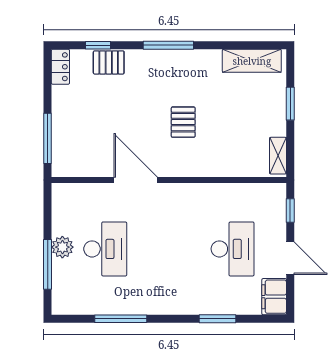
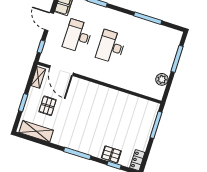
pallet: (183, 122) -> (48, 106), moved
door: (136, 180) -> (61, 71), moved
plant: (62, 247) -> (162, 79), moved
desk: (105, 249) -> (111, 47), moved

